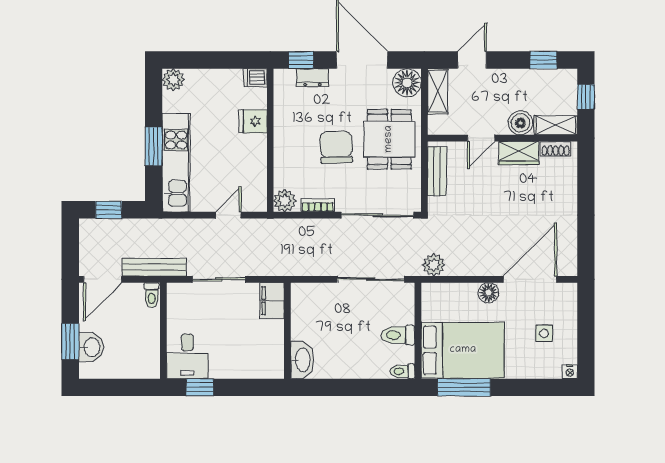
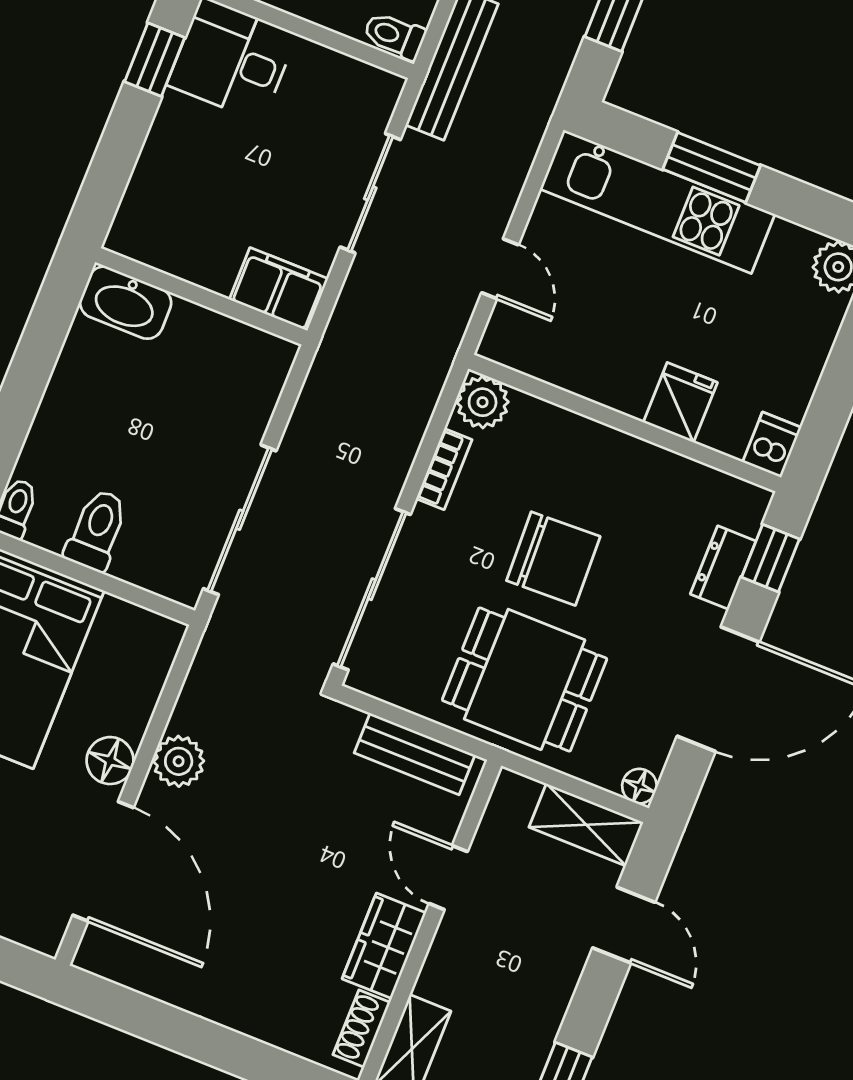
floor lamp: (407, 83) -> (639, 786), width x0.53, depth x0.53
boiler: (520, 123) -> (447, 975), removed
plant: (434, 265) -> (179, 761), moved

